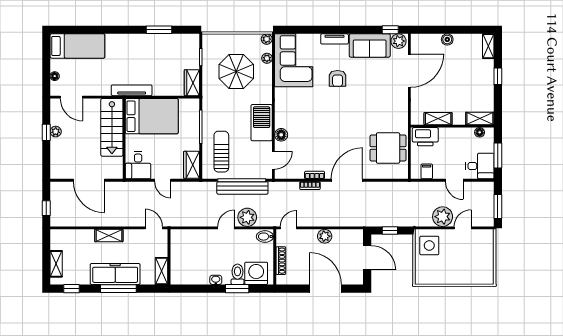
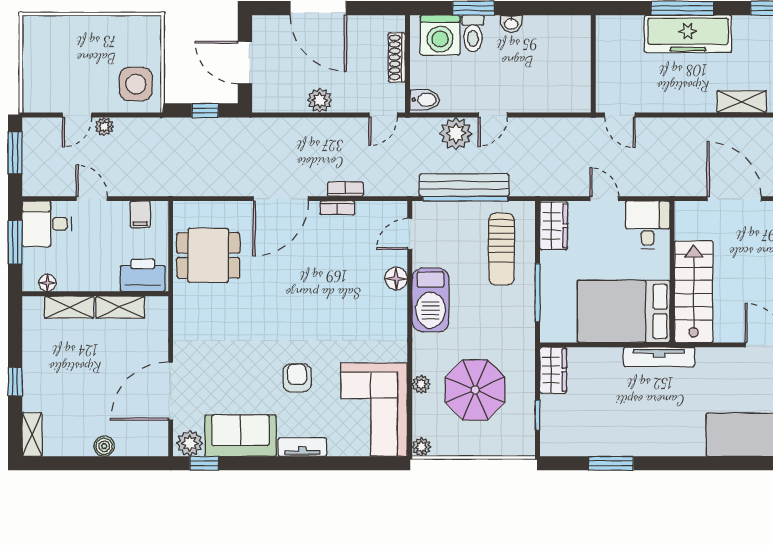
plant: (267, 58) -> (421, 384), moved
shelving: (480, 118) -> (69, 307), moved
plant: (443, 217) -> (104, 127), width x0.53, depth x0.53
shelving: (109, 235) -> (742, 102), moved
shelving: (162, 271) -> (606, 39), removed

